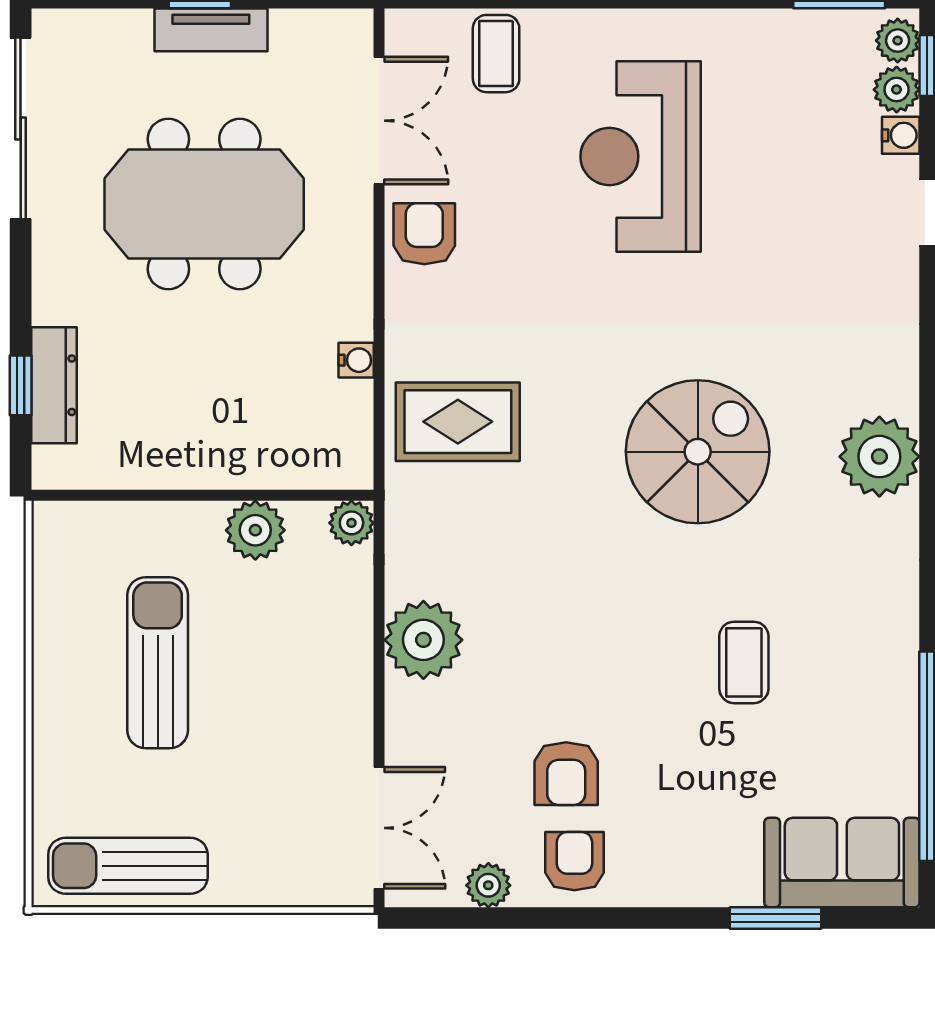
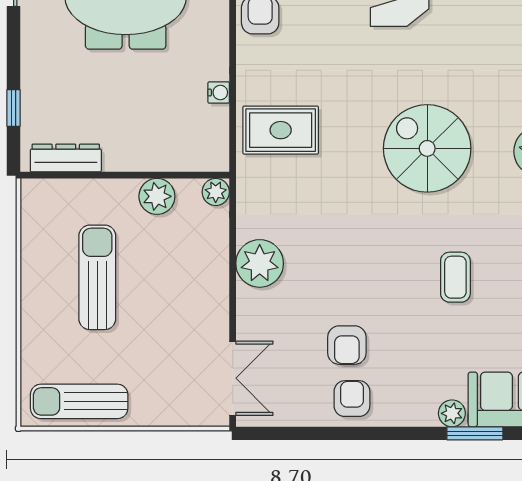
dresser: (54, 385) -> (66, 158), moved, turned -90
spiral stairs: (698, 452) -> (427, 148), turned -90
plant: (488, 885) -> (452, 413), moved

